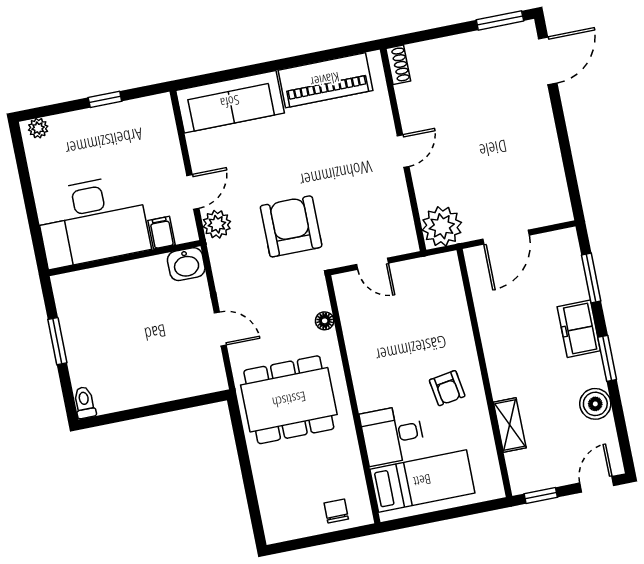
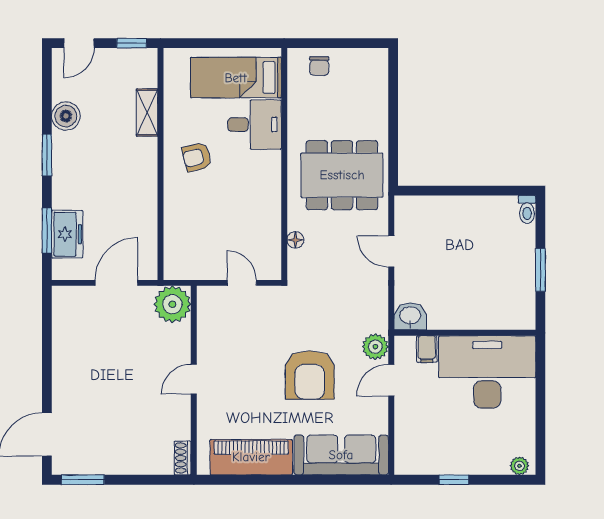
armchair: (291, 226) -> (310, 375), moved
freezer: (579, 329) -> (67, 234), moved
armchair: (447, 388) -> (197, 157), turned -95

